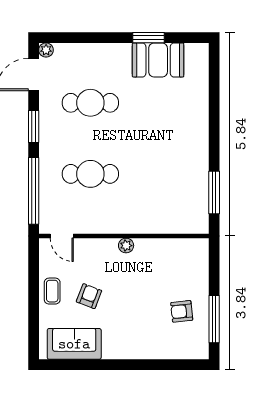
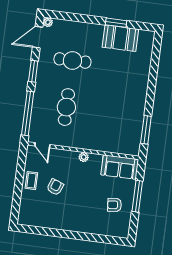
cafe table: (90, 174) -> (66, 107), turned 90
window: (214, 319) -> (137, 196), moved
sofa: (74, 344) -> (120, 167), moved, turned 180

